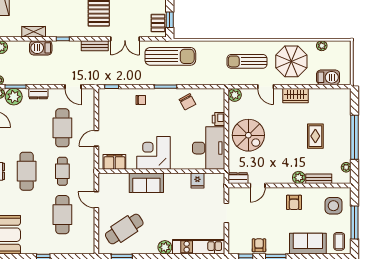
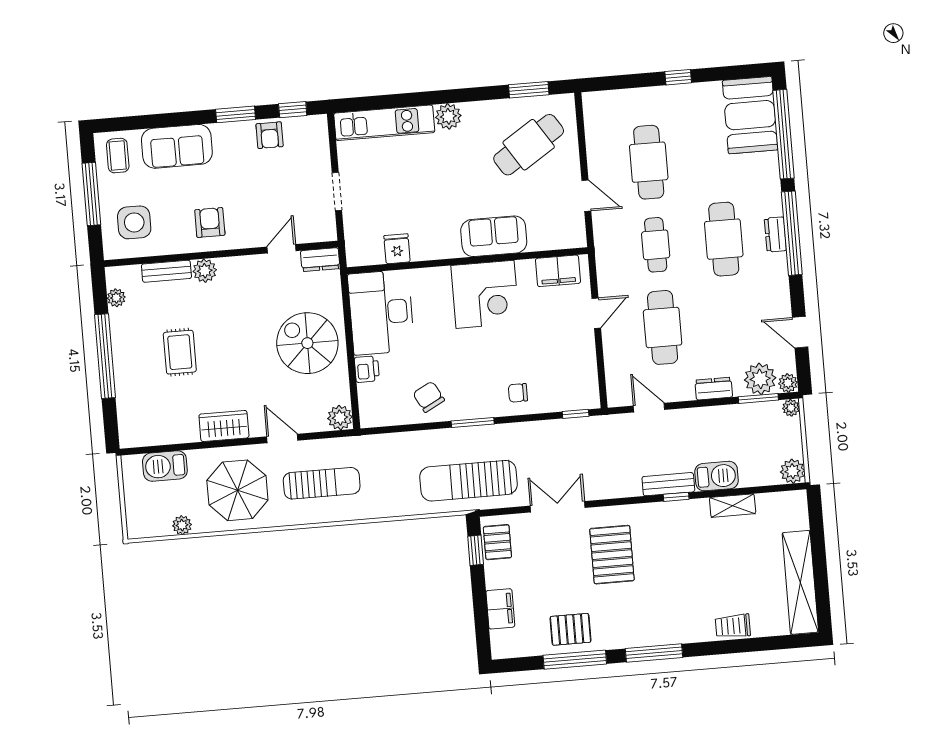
bench: (95, 46) -> (668, 484), moved

